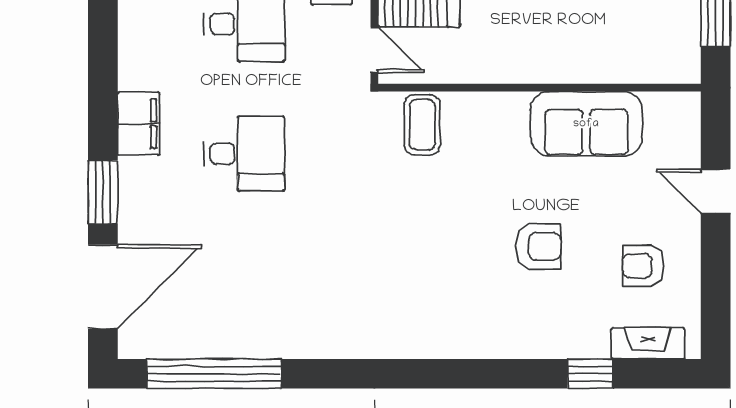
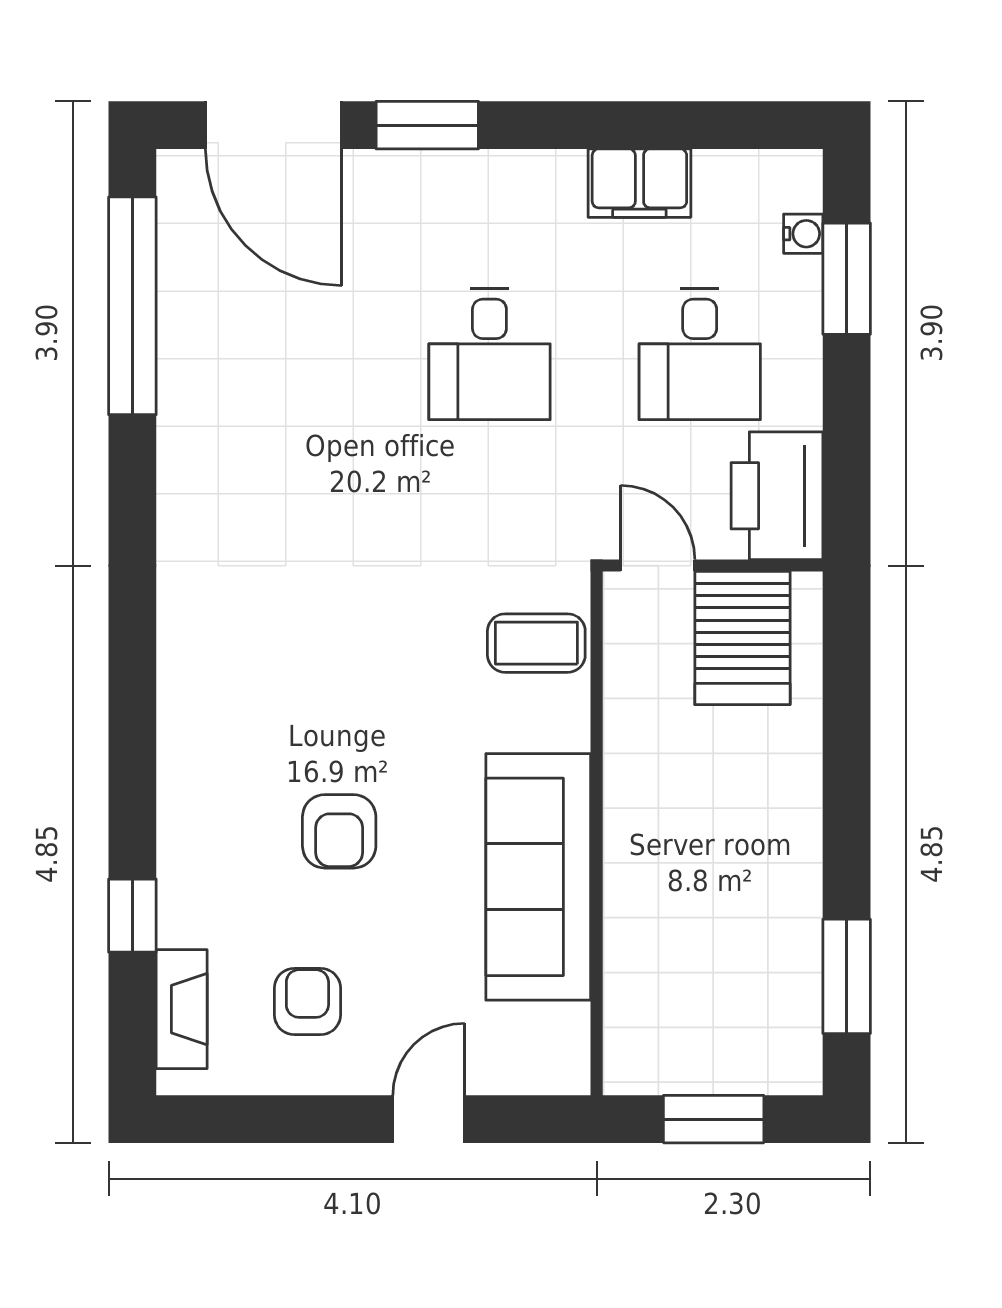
door: (374, 50) -> (658, 566), swing flipped
filing cabinet: (139, 124) -> (639, 183), moved
sofa: (586, 124) -> (538, 877), width x1.36

